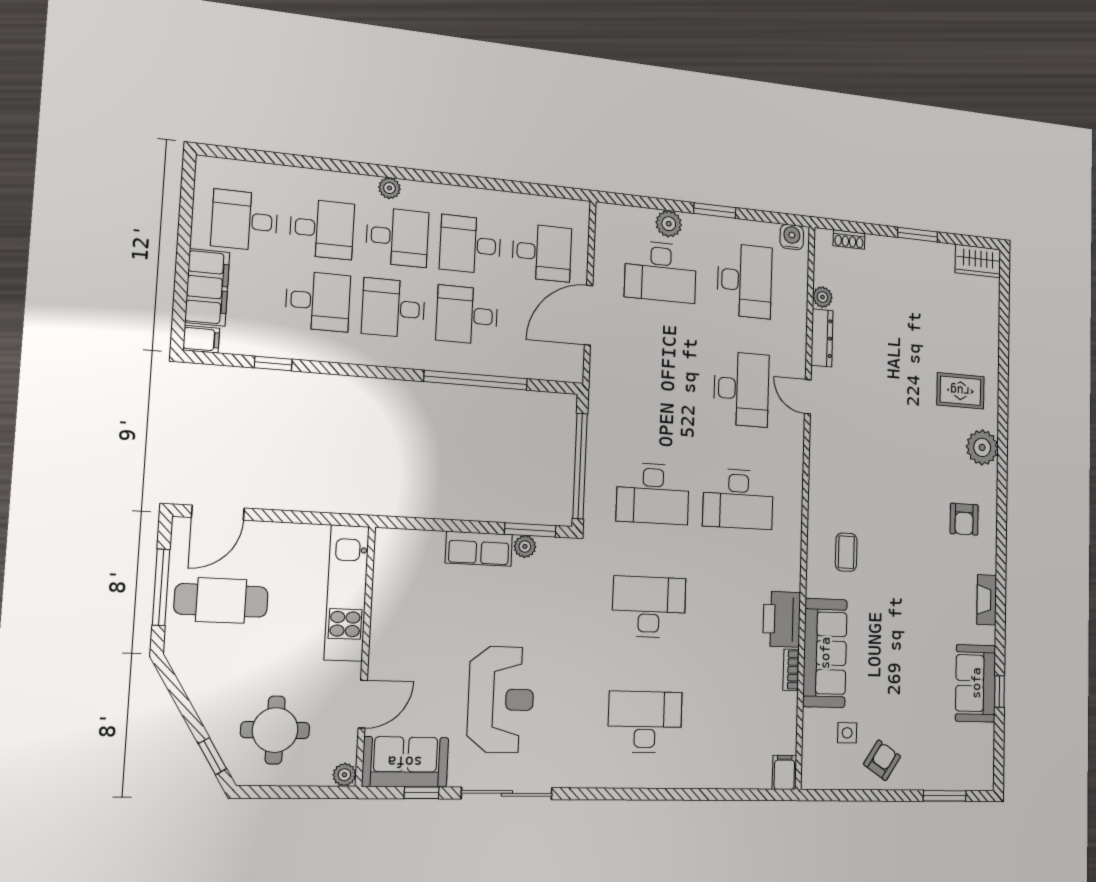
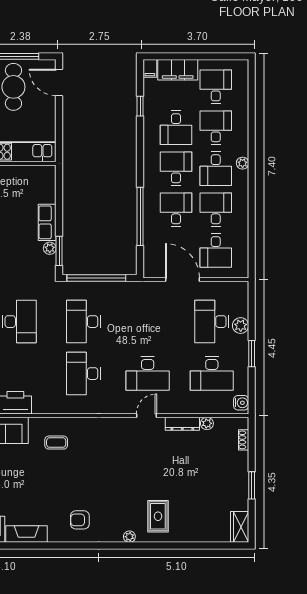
desk: (322, 229) -> (216, 128), turned 180
plant: (982, 447) -> (129, 537), width x0.53, depth x0.53
fireplace: (987, 600) -> (26, 534), width x1.37, depth x1.32

